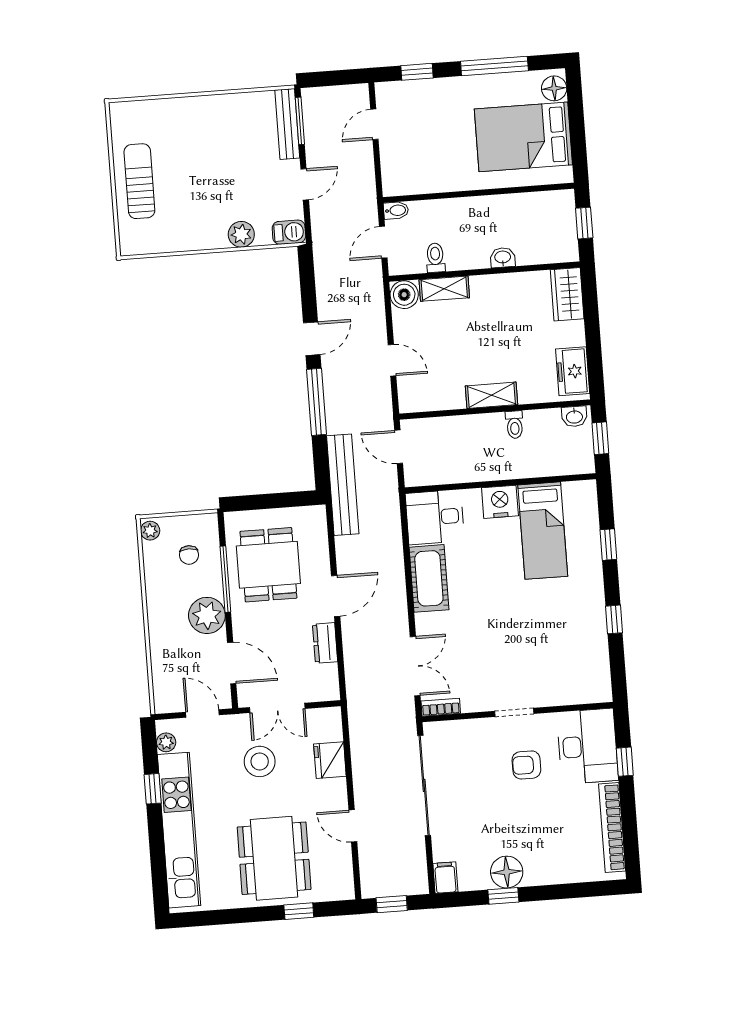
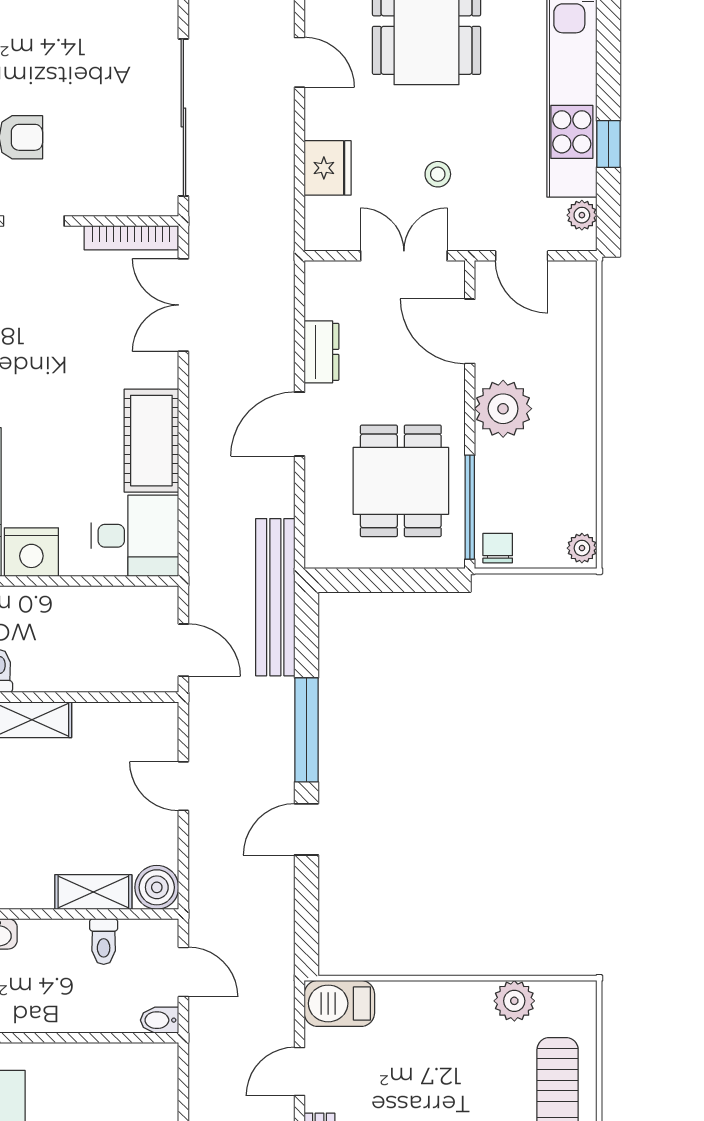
barbecue: (289, 232) -> (339, 1003), width x1.38, depth x1.27
plant: (241, 234) -> (514, 1001), moved
door: (383, 242) -> (183, 972), hinge flipped
chair: (189, 555) -> (498, 548), moved
window: (225, 579) -> (470, 507), moved
bookcase: (441, 707) -> (131, 238), width x1.56
stool: (260, 761) -> (438, 174), width x0.53, depth x0.53

